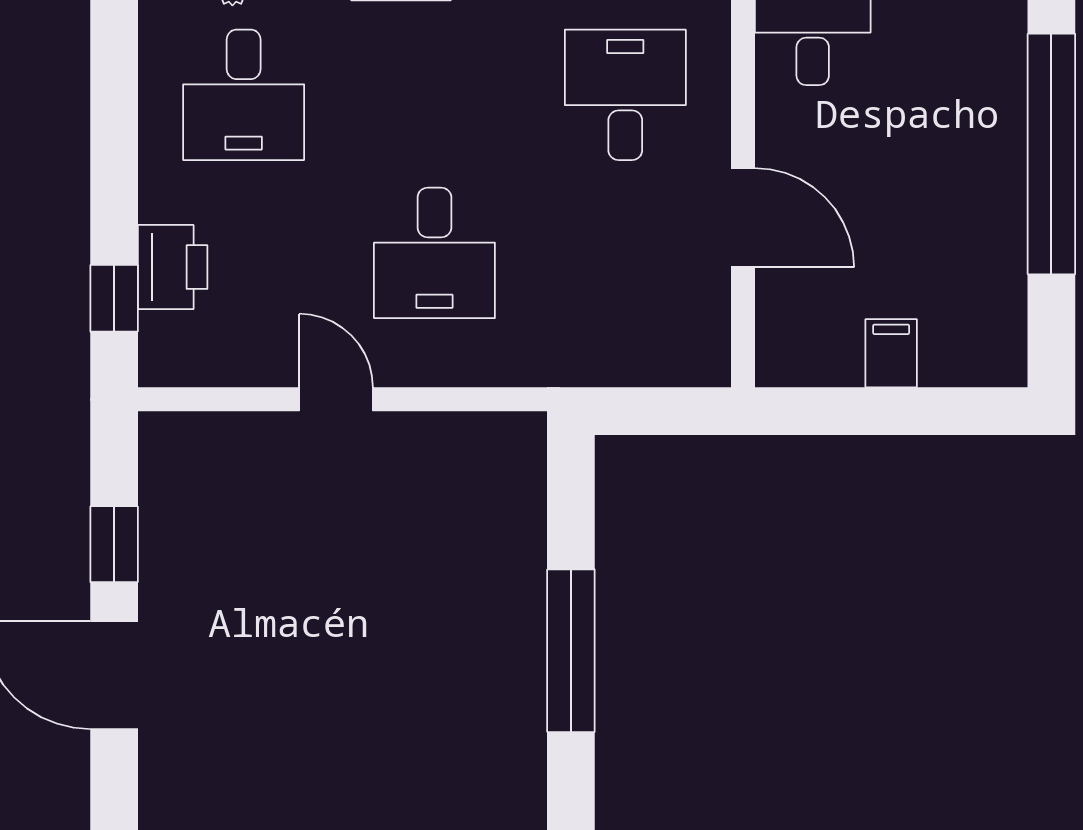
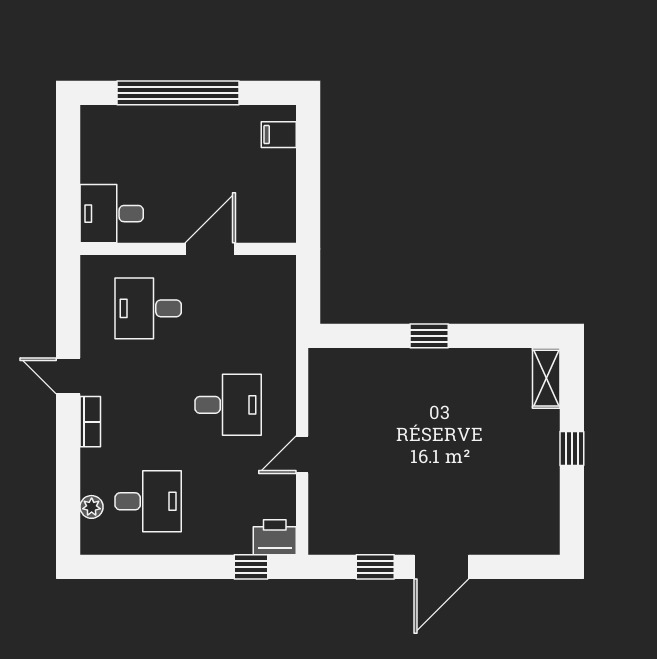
printer: (173, 267) -> (275, 537), moved
filing cabinet: (891, 353) -> (279, 135), moved
window: (571, 651) -> (429, 336), width x0.46

